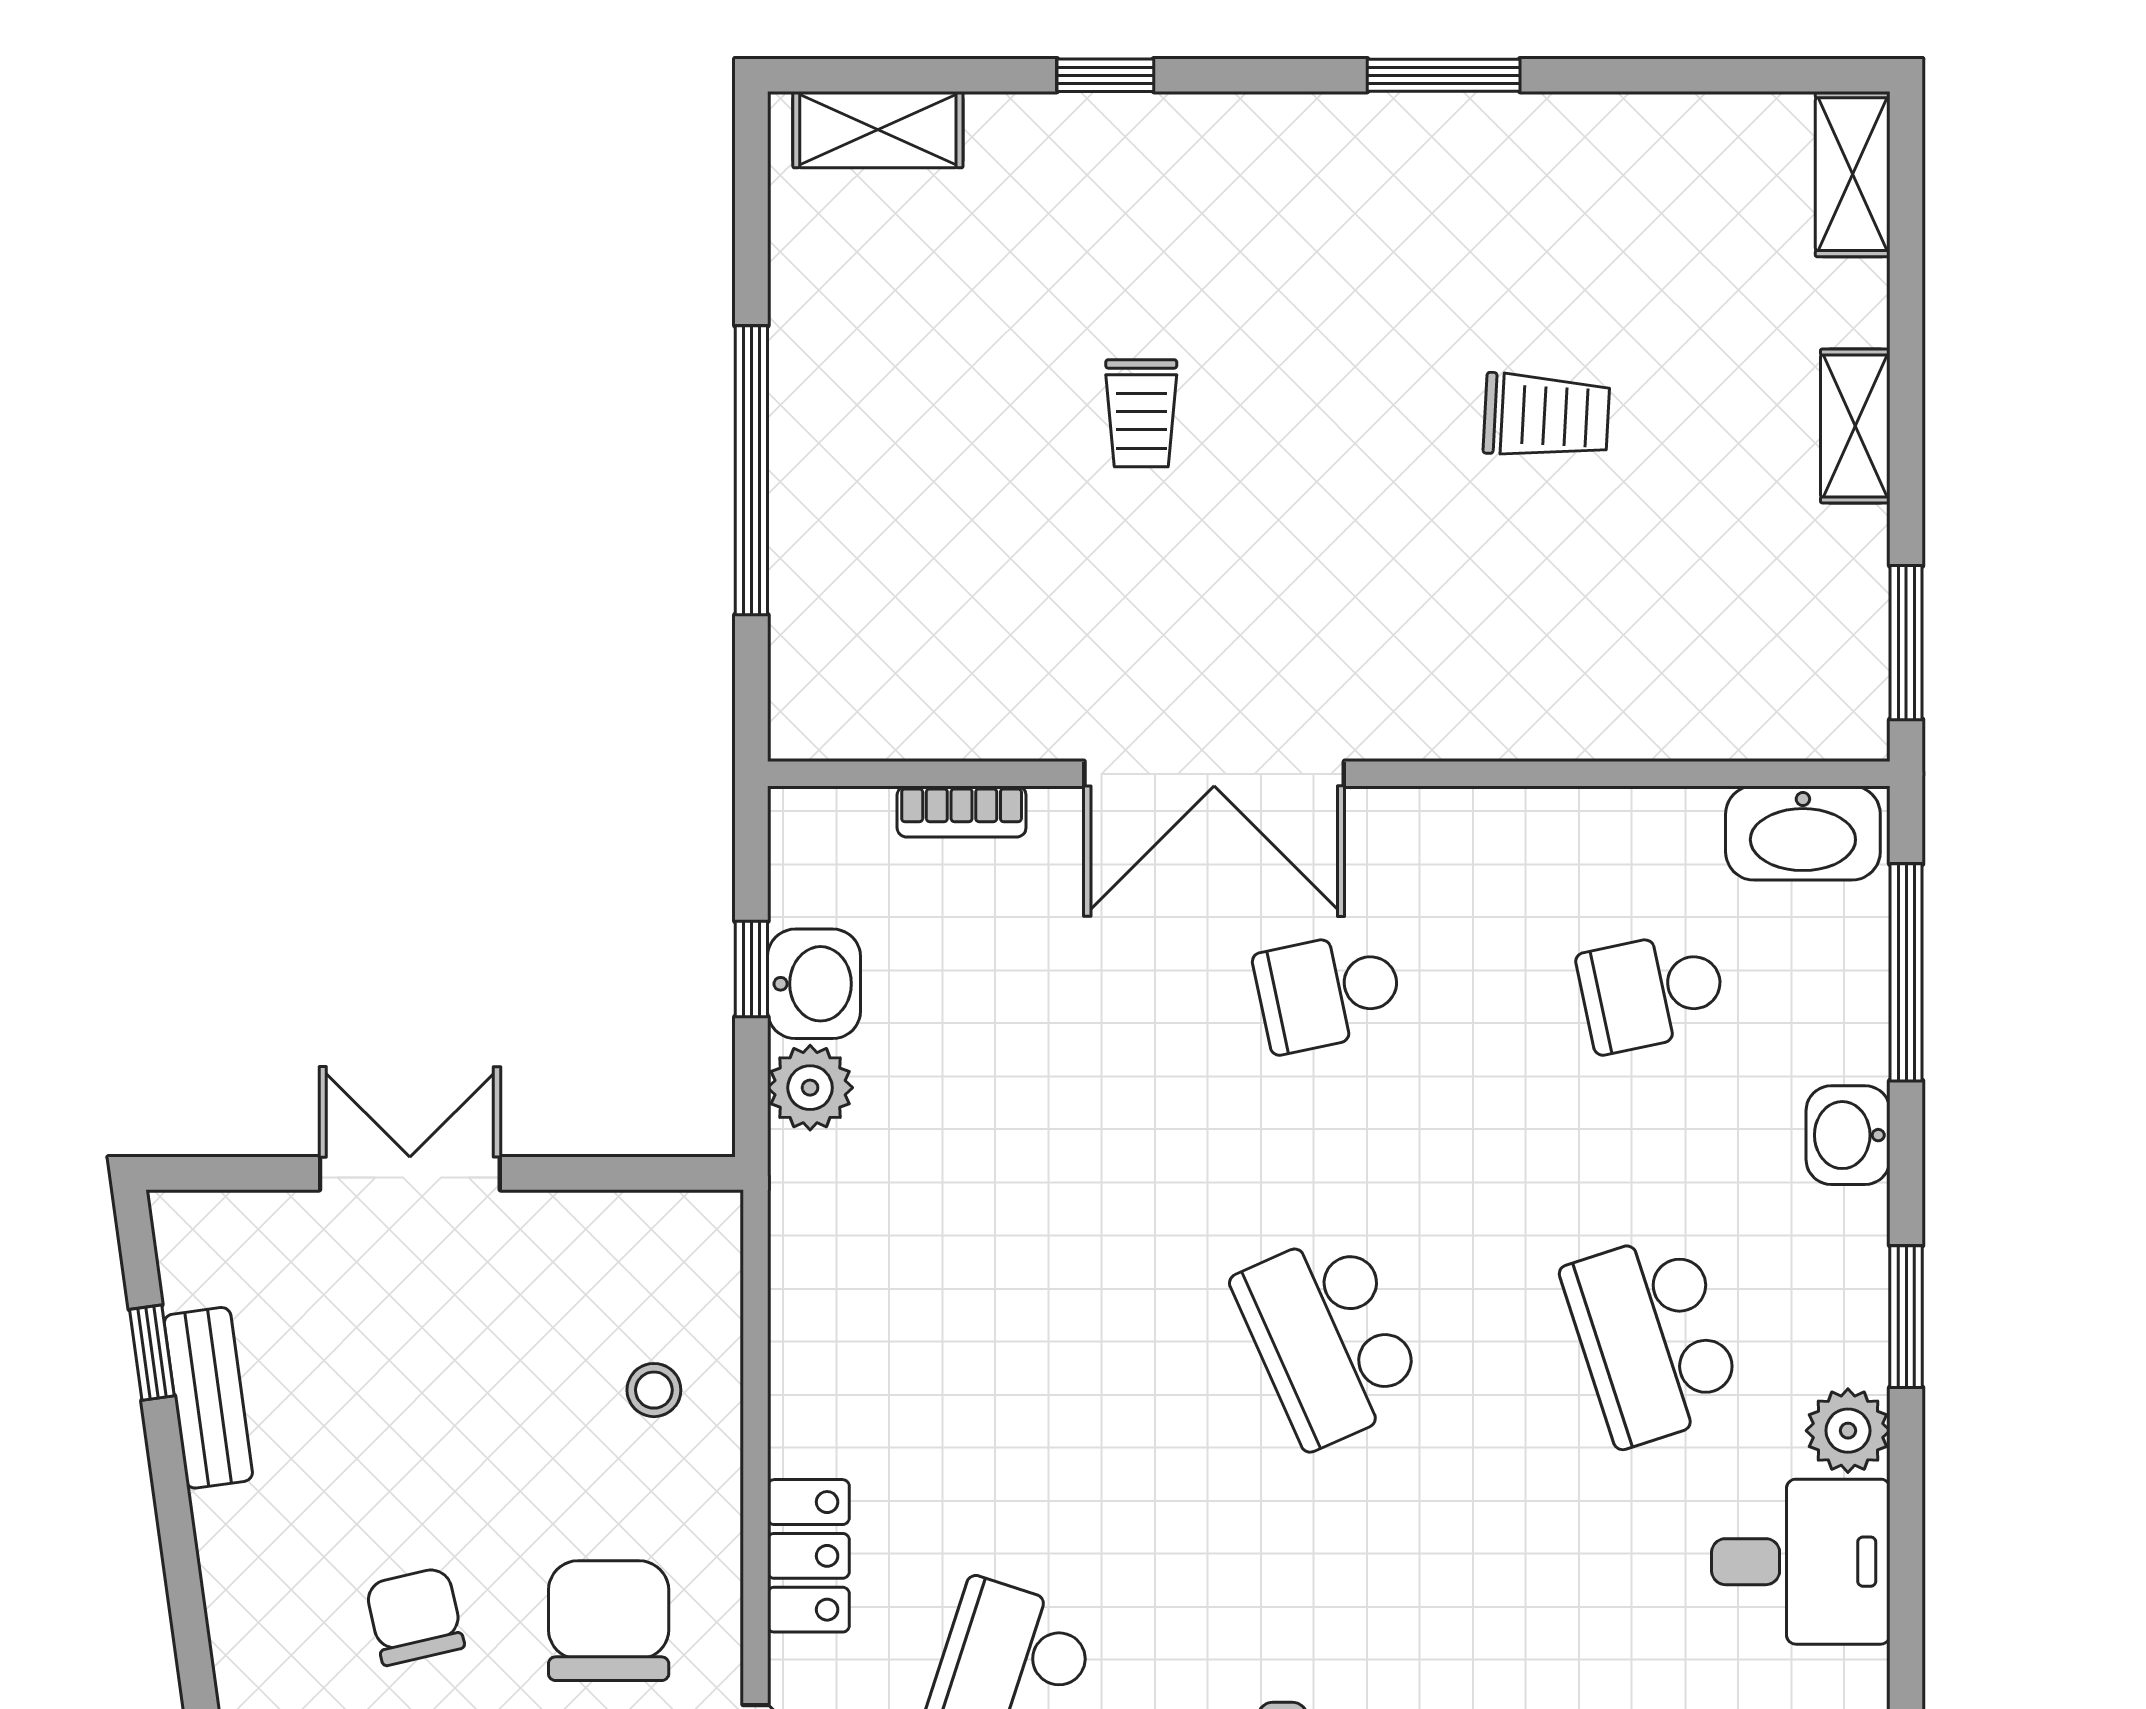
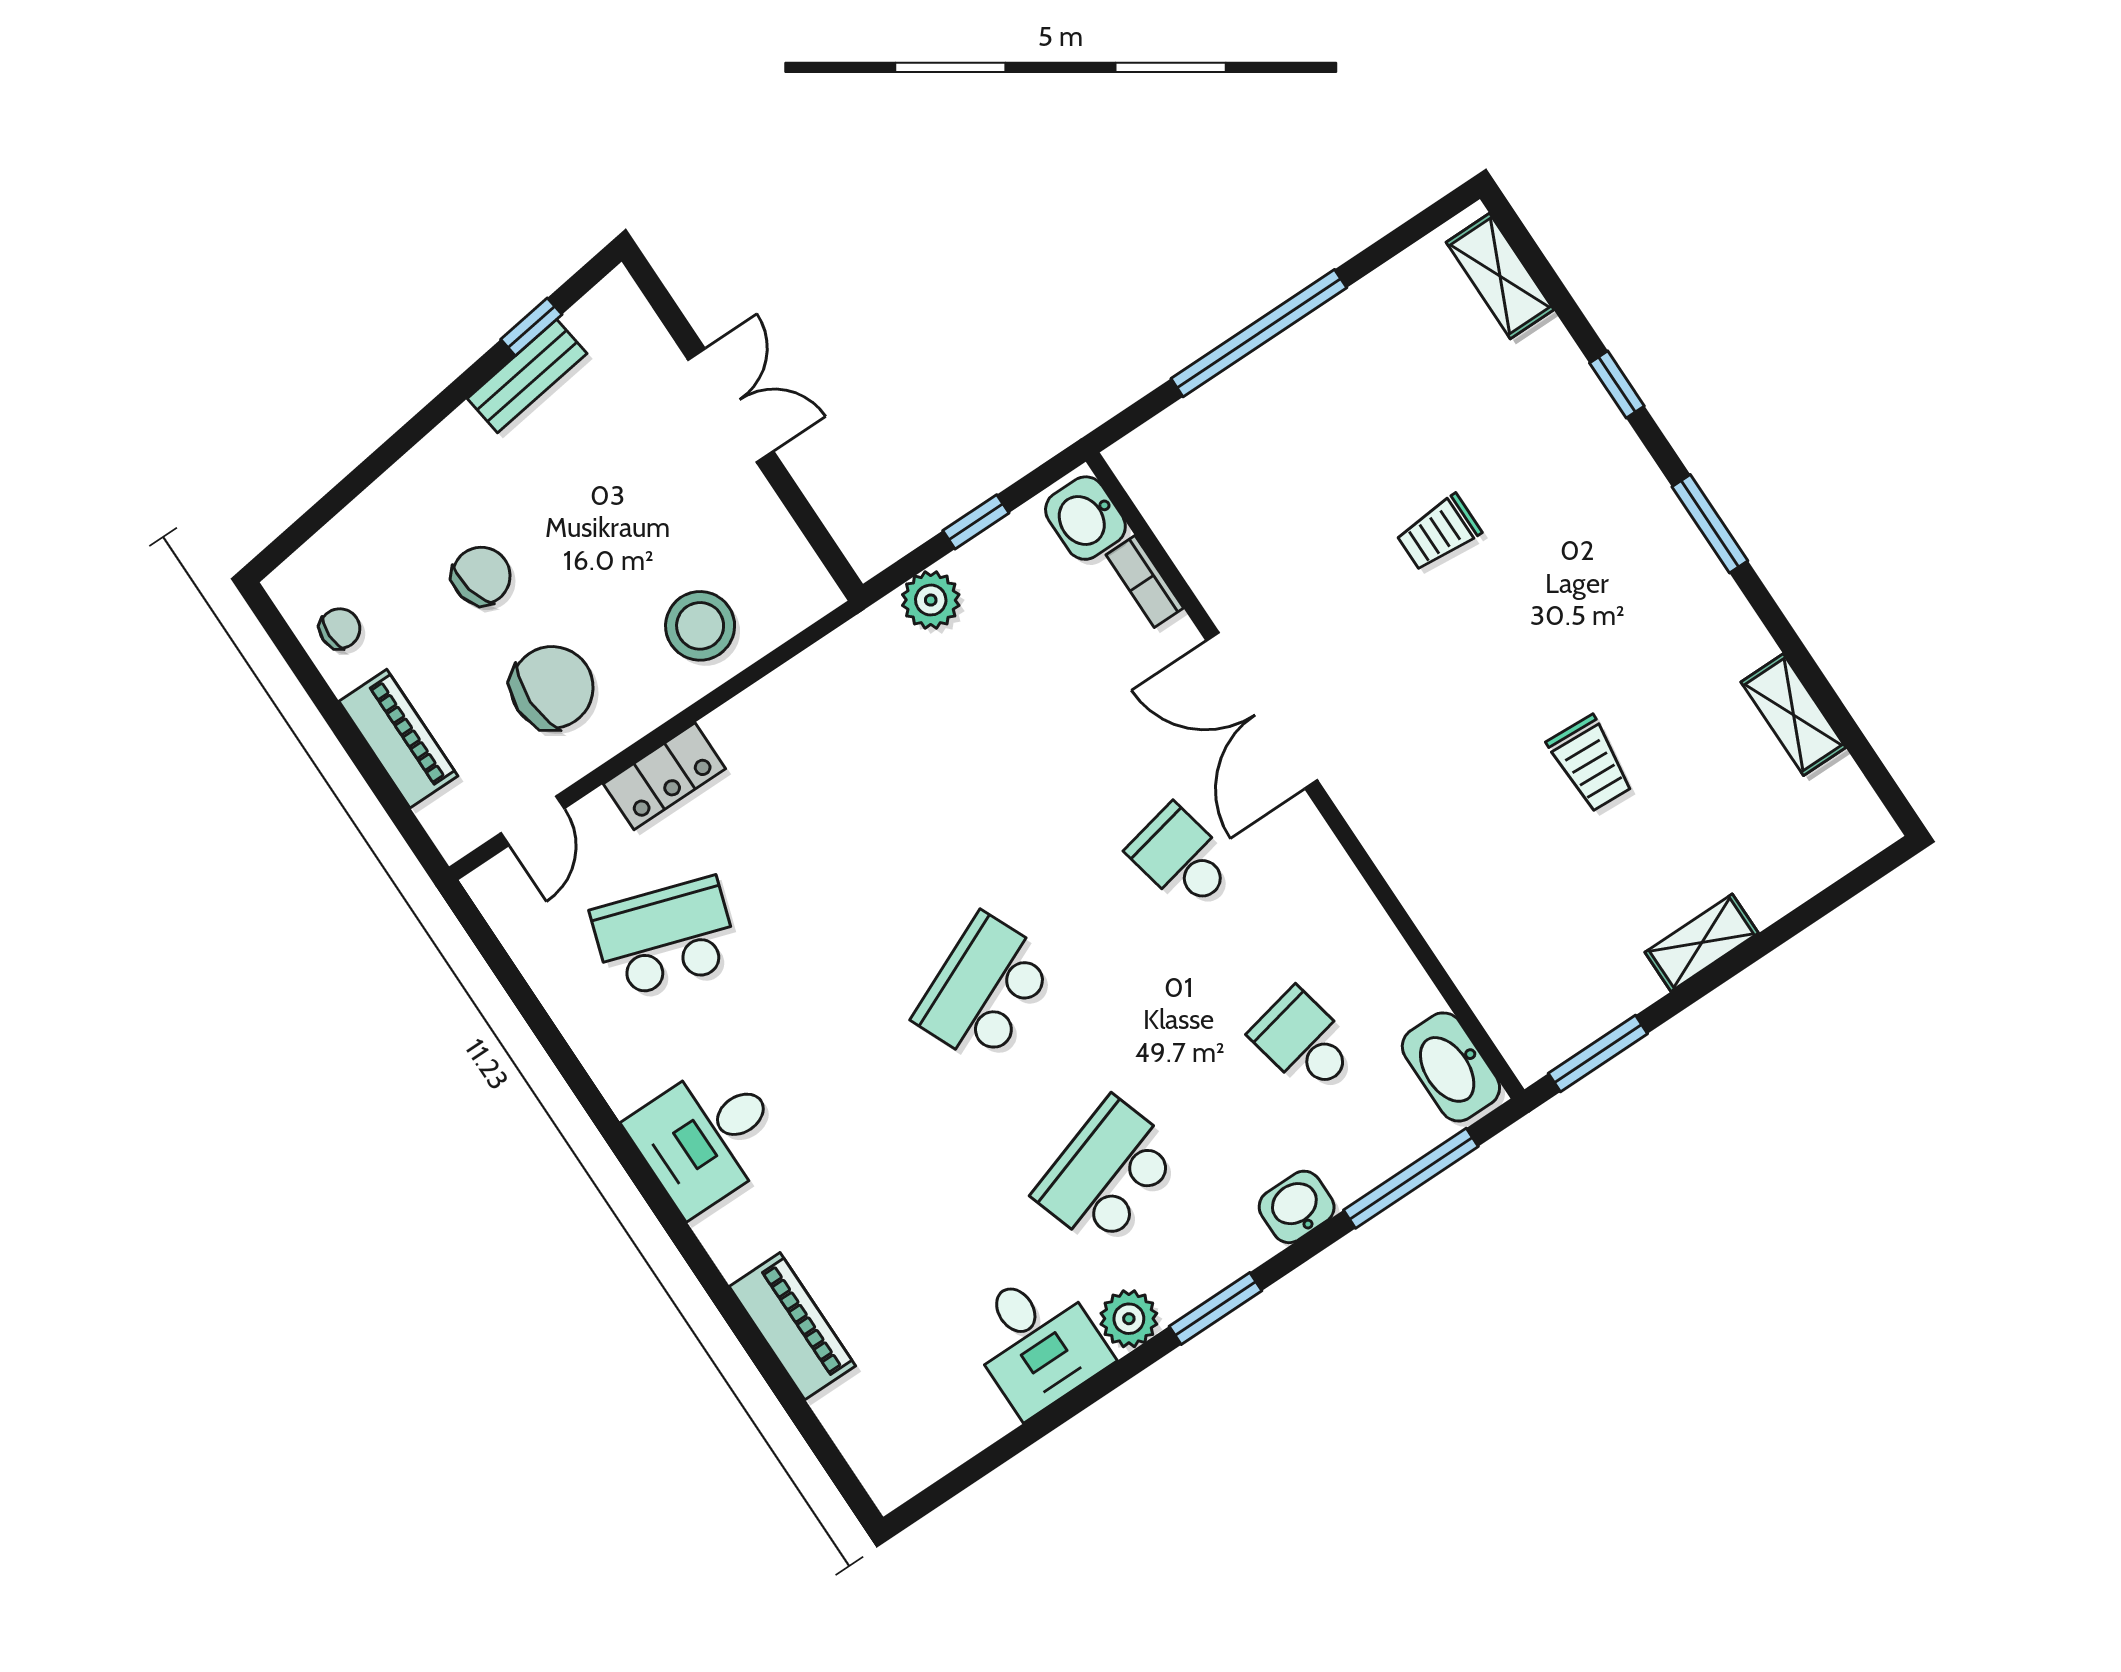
window: (1444, 75) -> (1710, 524), moved
shelving: (1853, 174) -> (1793, 715), moved, turned 90
washbasin: (814, 984) -> (1085, 518), moved, turned 90
stool: (654, 1390) -> (700, 626), width x1.89, depth x1.89

